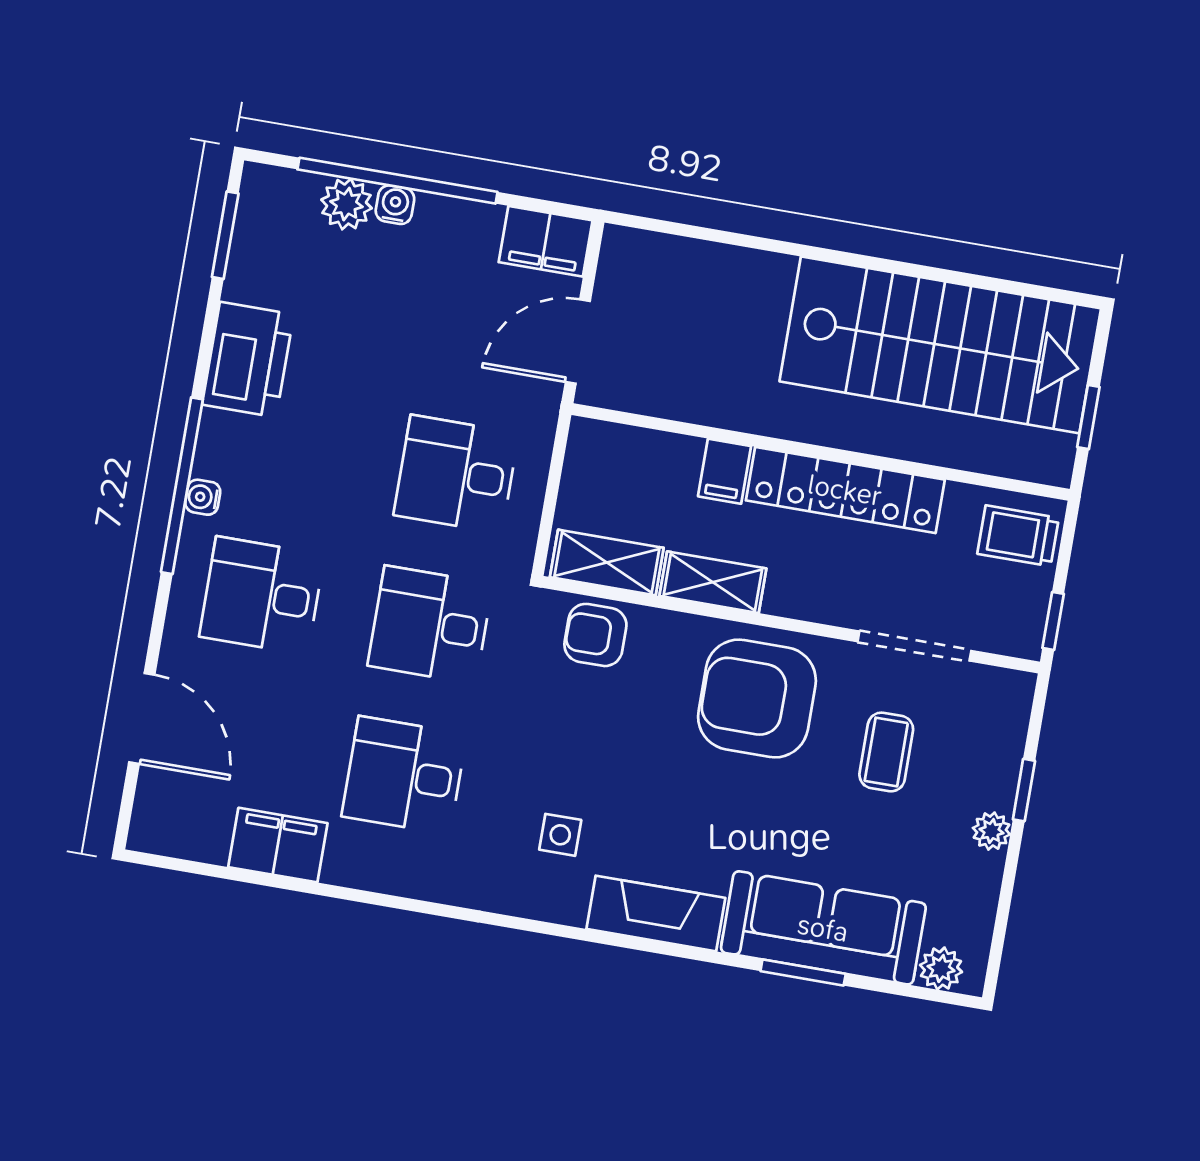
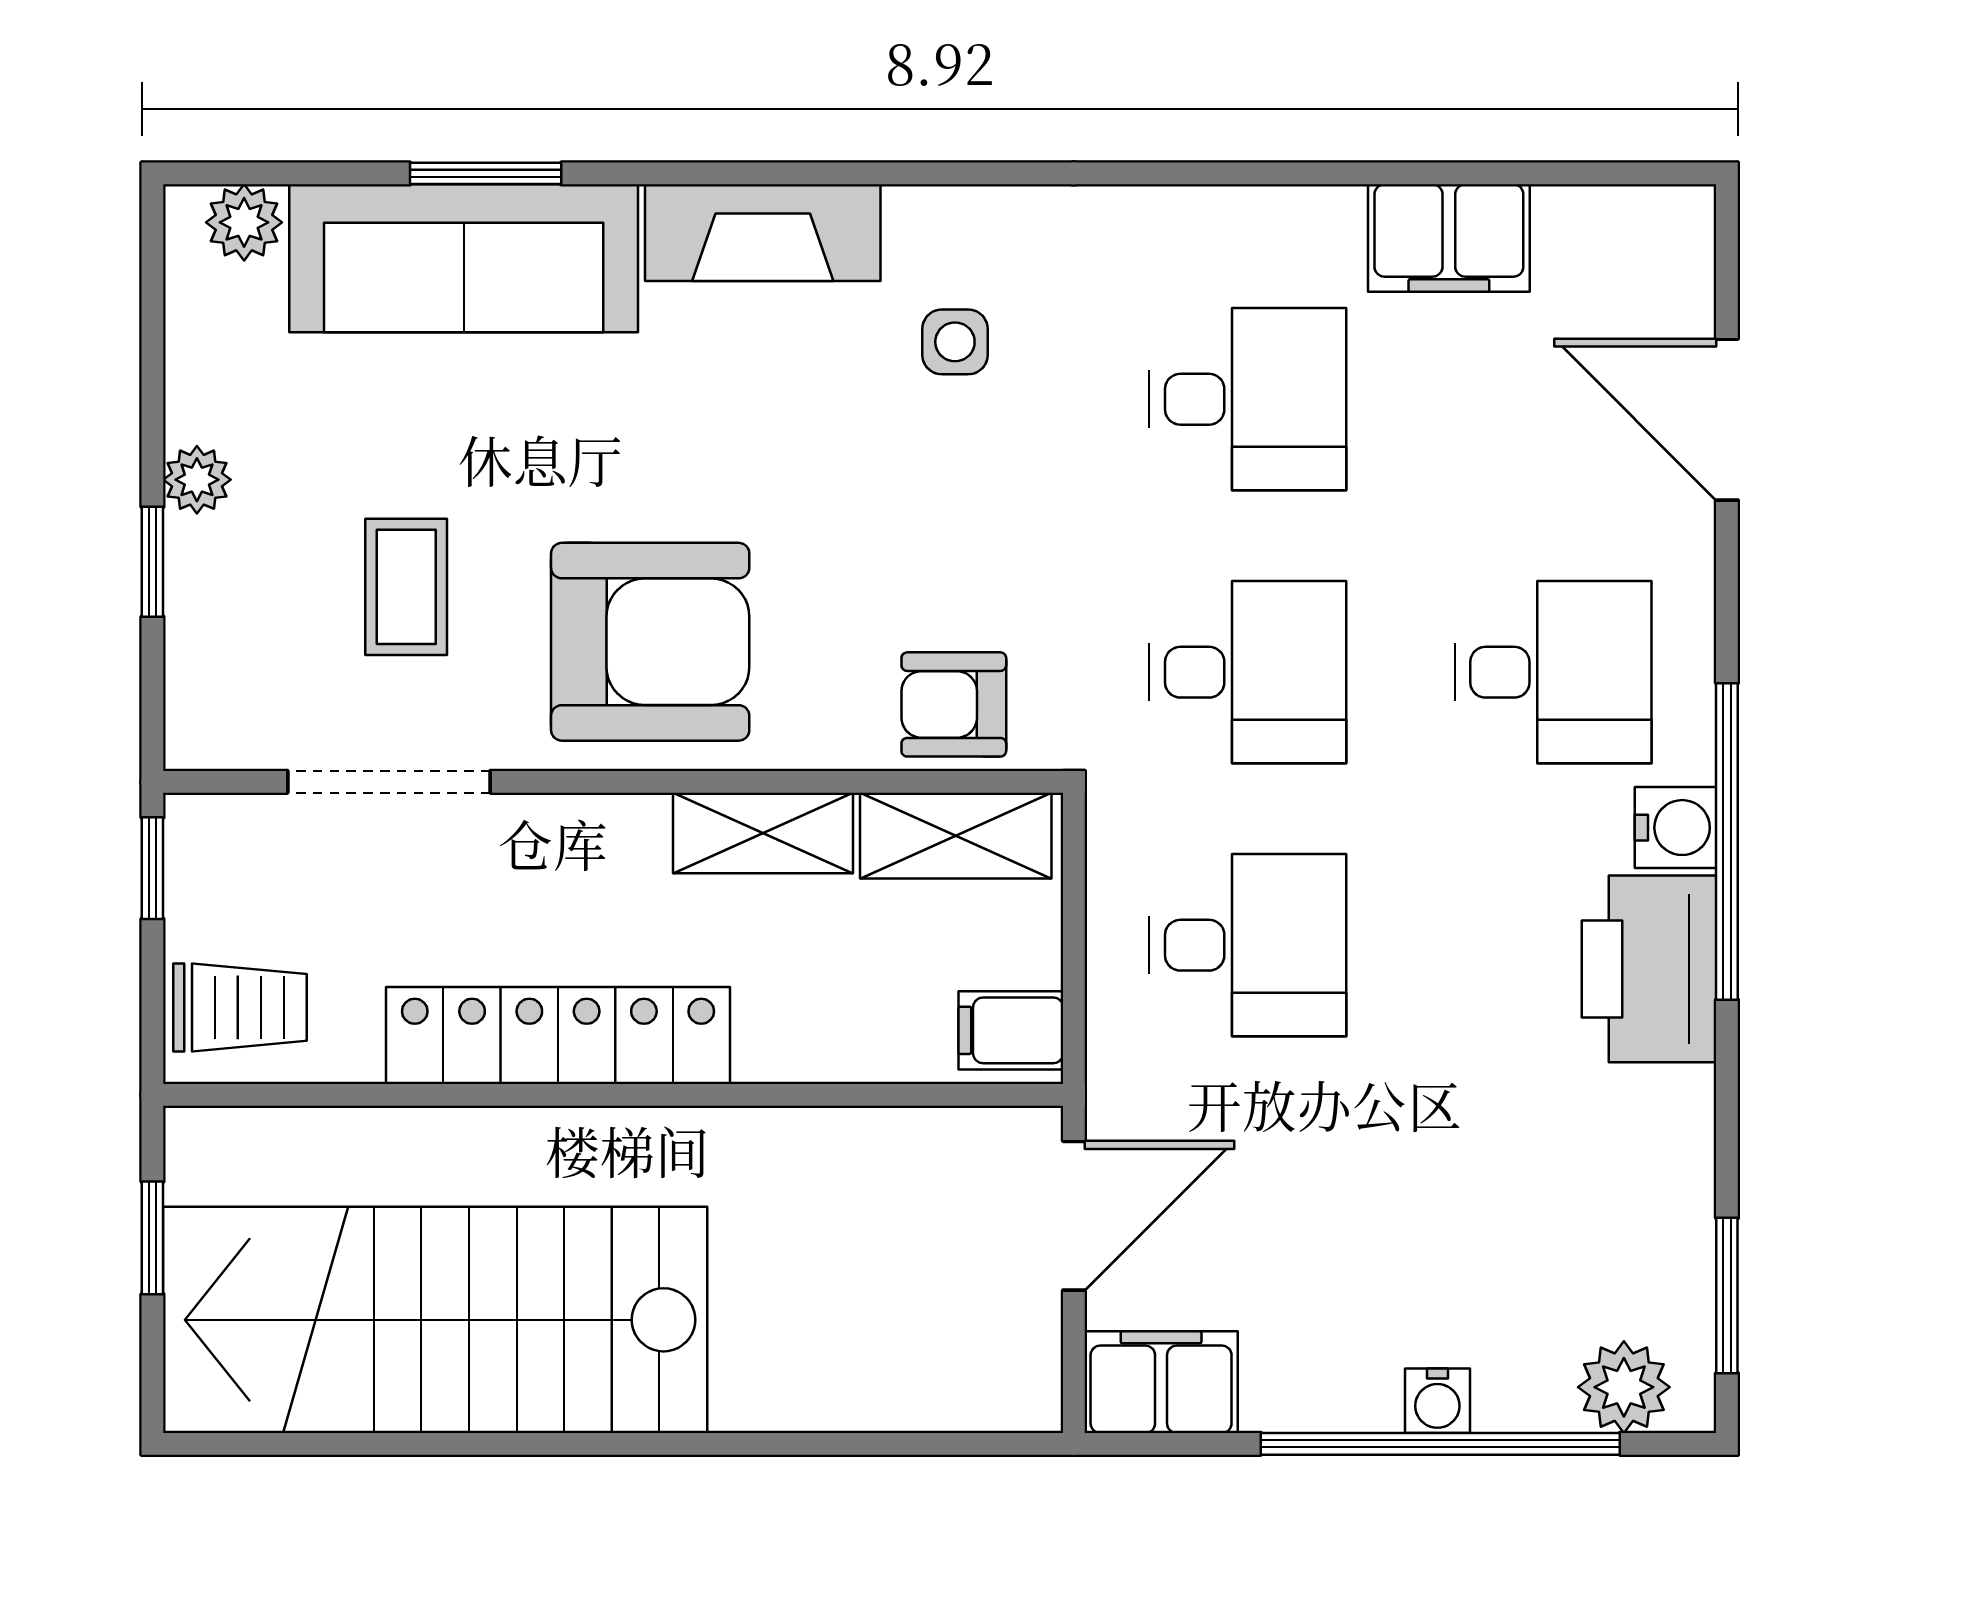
plant: (347, 204) -> (1624, 1387), moved
printer: (248, 360) -> (1649, 969), moved
filing cabinet: (725, 471) -> (1011, 1030), moved, turned -90
water cooler: (203, 497) -> (1676, 828), width x1.38, depth x1.38
armchair: (595, 635) -> (954, 704), turned 180

